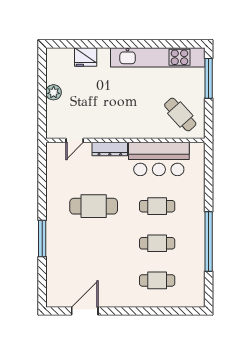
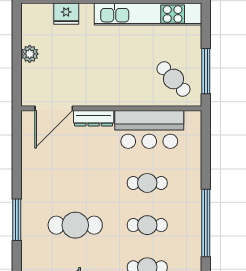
window: (209, 78) -> (206, 71), moved
door: (75, 140) -> (54, 108), width x1.88
cafe table: (94, 206) -> (75, 225), moved

